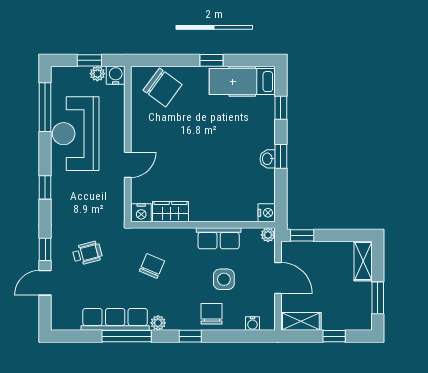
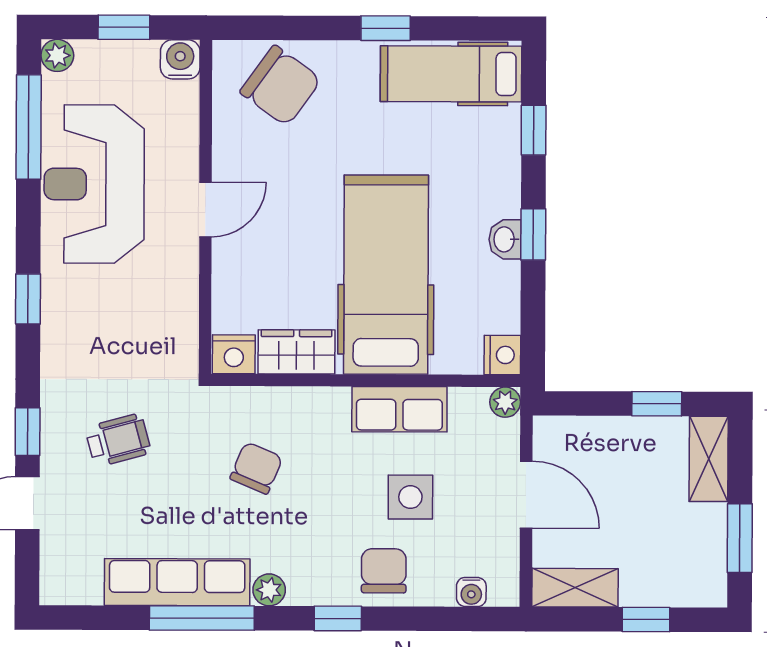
plant: (97, 74) -> (57, 55), moved
door: (128, 165) -> (205, 209), moved
hospital bed: (212, 175) -> (386, 275), added
window: (302, 235) -> (657, 404), moved

